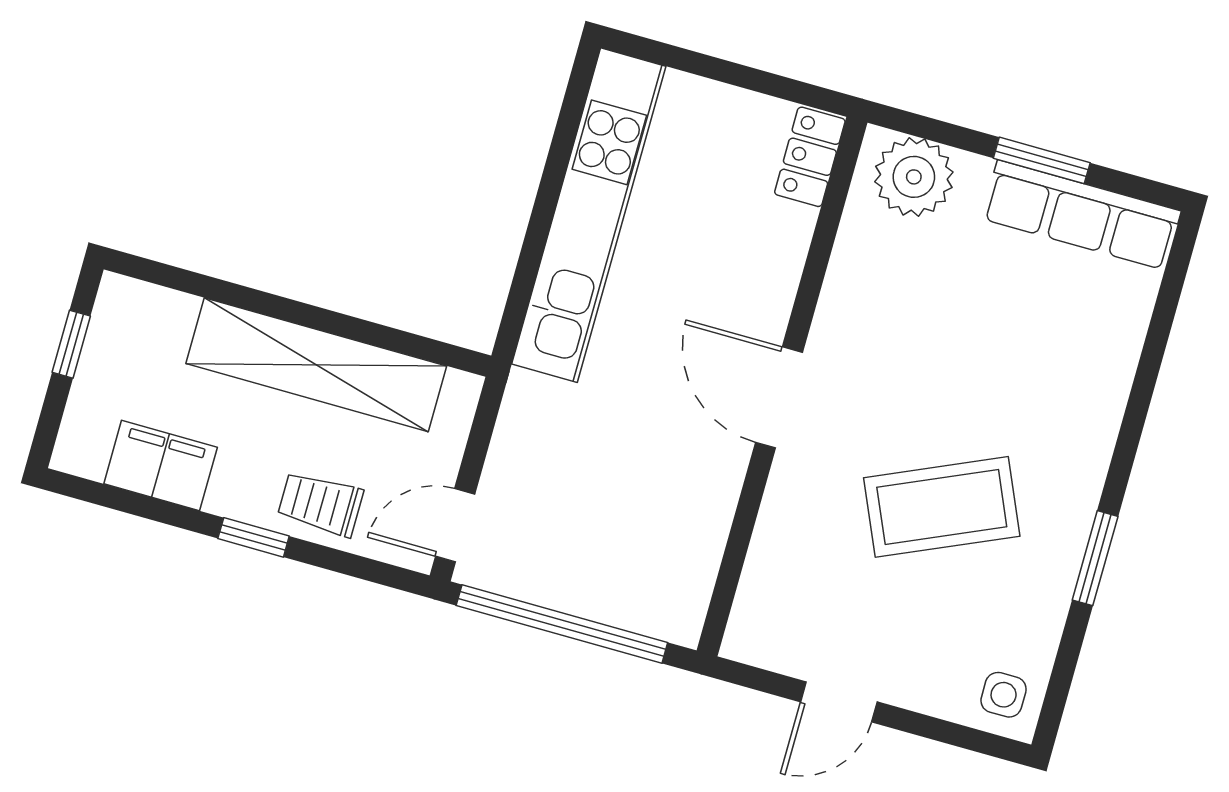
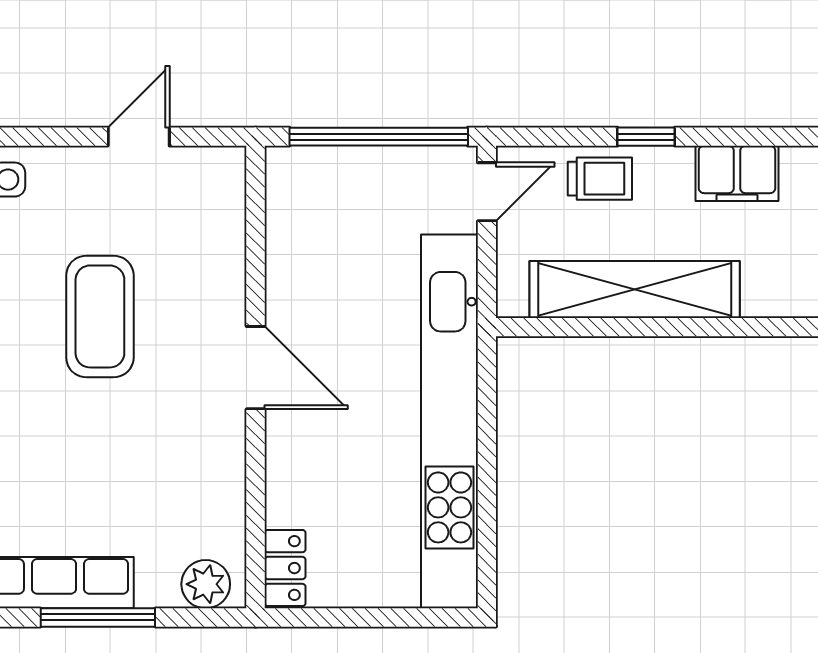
window: (1042, 160) -> (98, 617), width x1.44
plant: (914, 177) -> (206, 584), width x0.73, depth x0.73
kitchen unit: (589, 215) -> (449, 421), width x1.36
coffee table: (942, 507) -> (100, 316), turned -66

